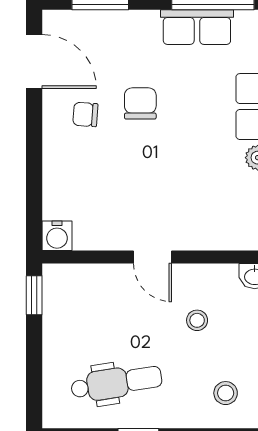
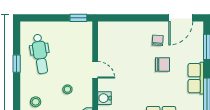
row of seats: (197, 27) -> (196, 78), moved
water cooler: (57, 236) -> (104, 98), moved
door: (153, 257) -> (95, 70), swing flipped

